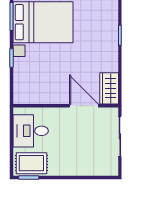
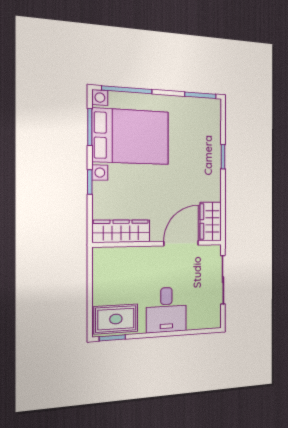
wardrobe: (35, 96) -> (121, 231), added
door: (84, 106) -> (181, 243), hinge flipped
desk: (31, 131) -> (166, 310), moved, turned -90

